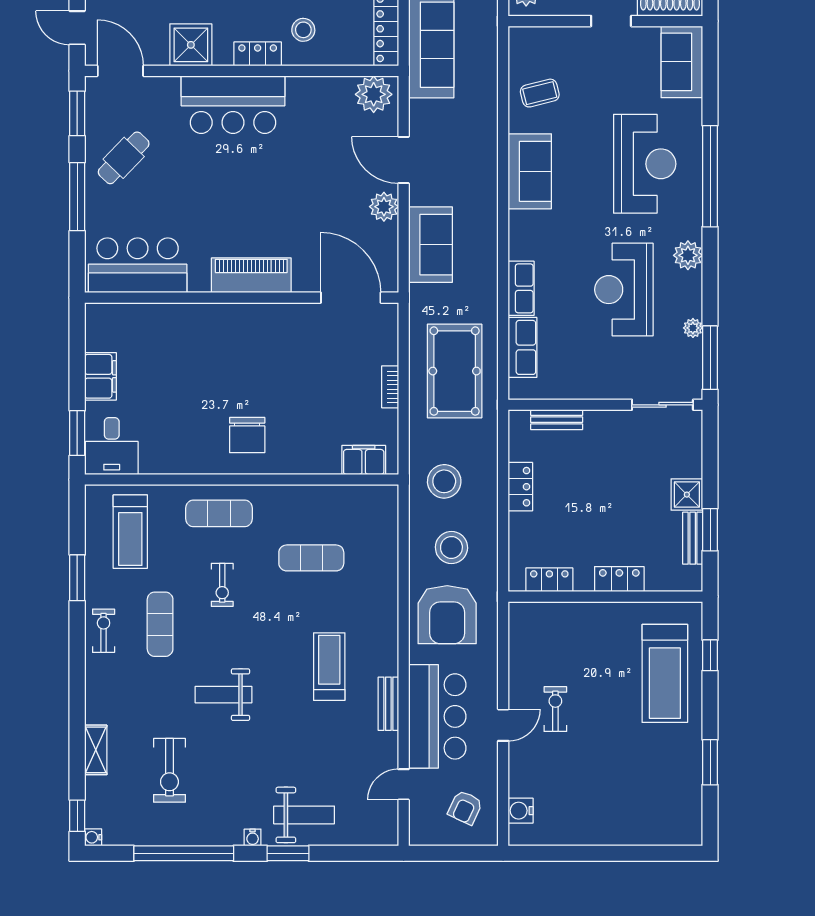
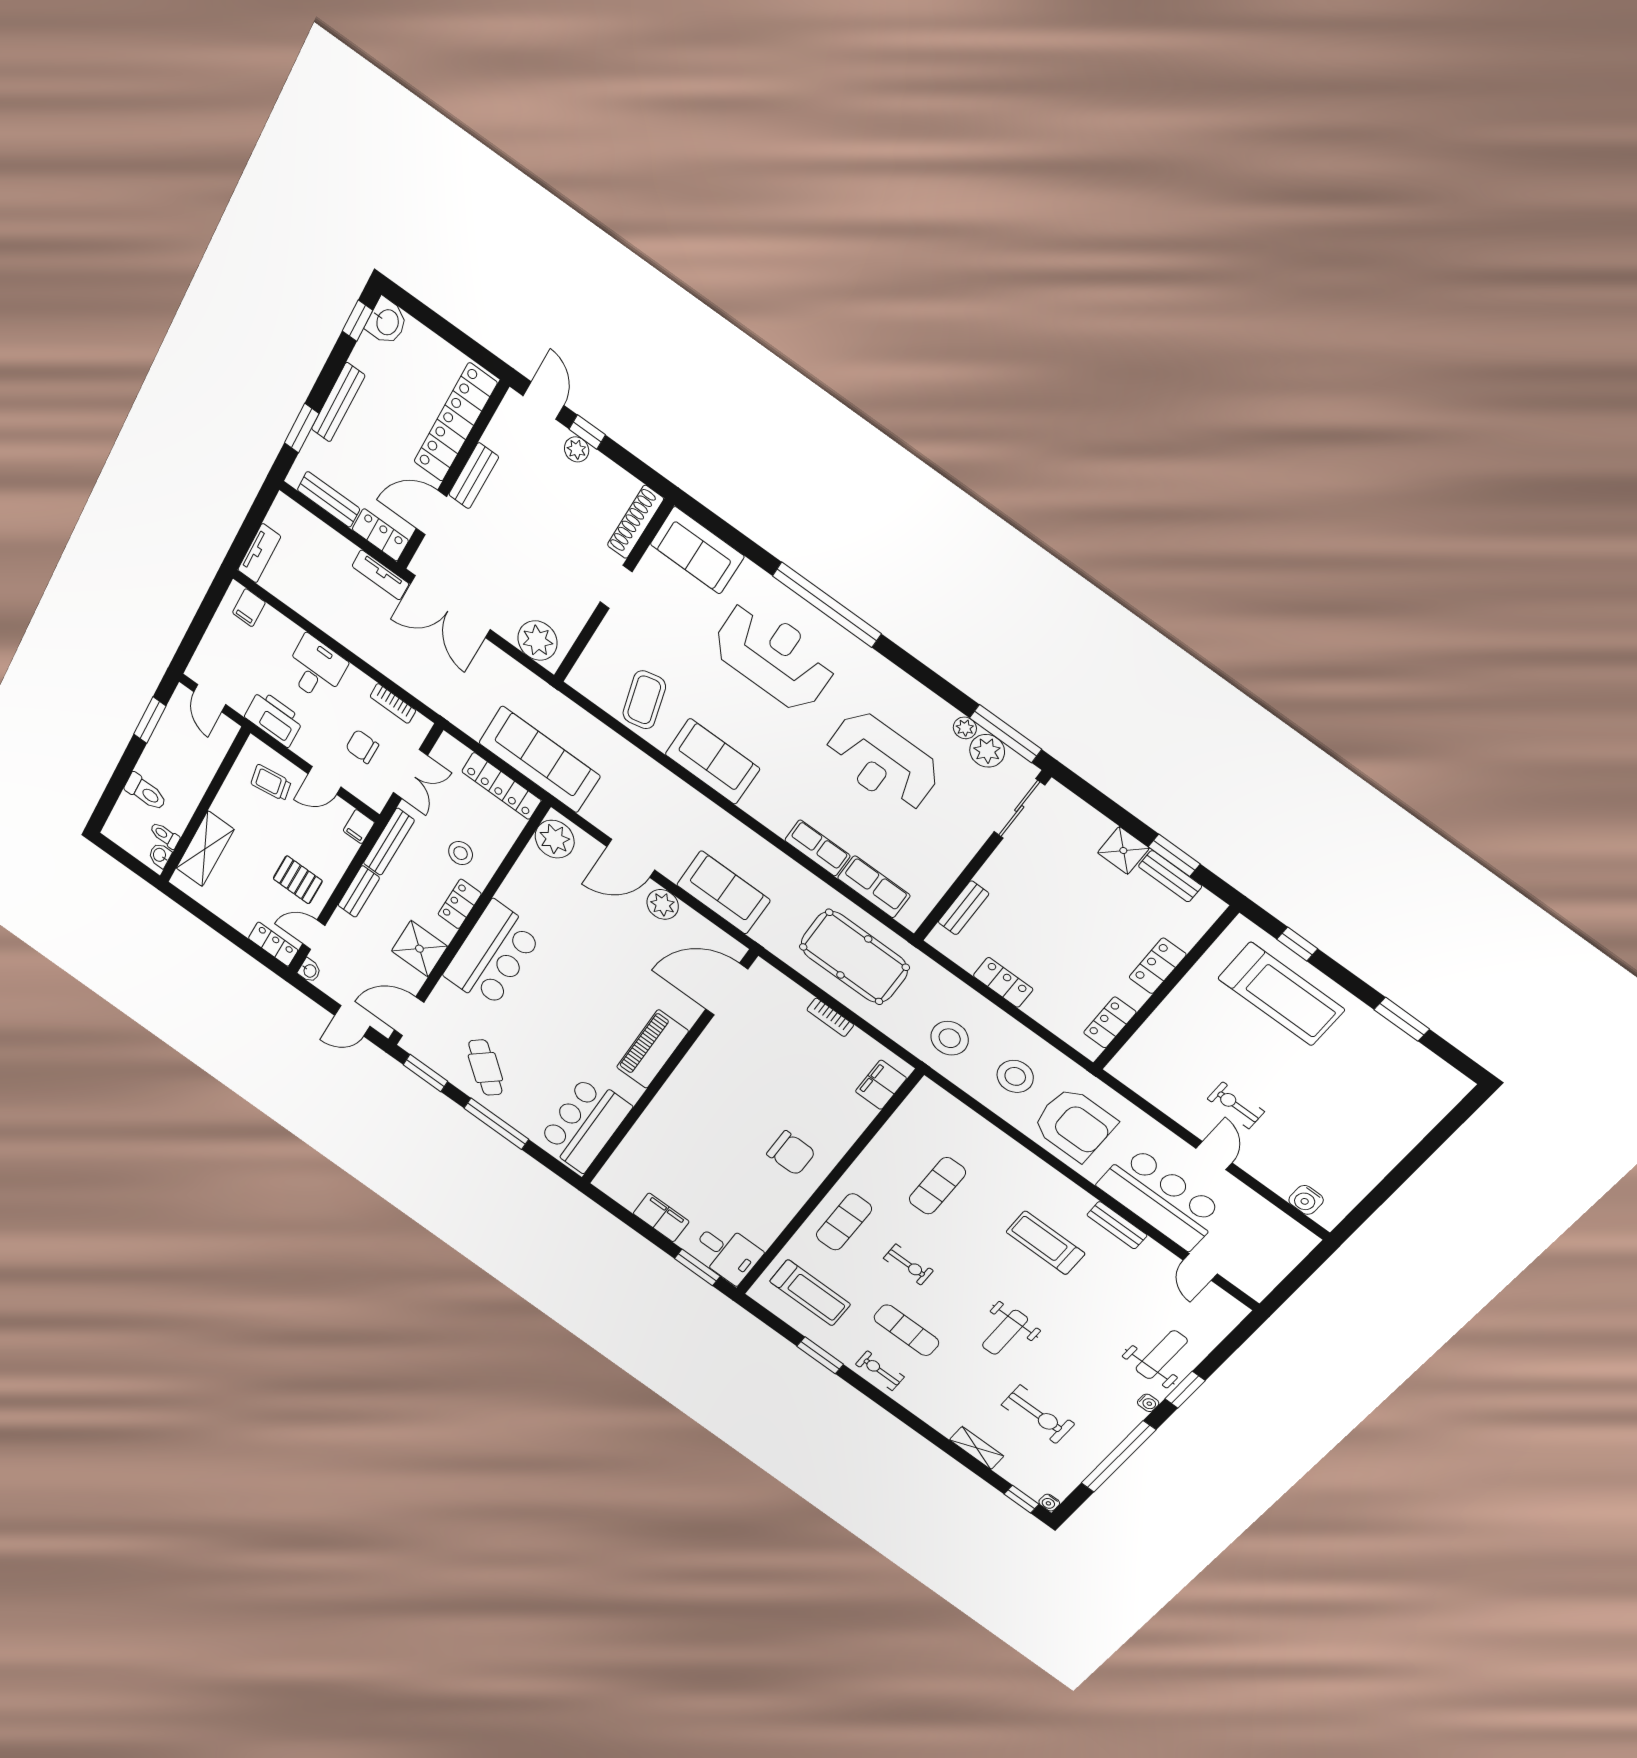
coffee table: (540, 93) -> (644, 700), width x1.36, depth x1.30
plant: (688, 255) -> (987, 751), moved
armchair: (465, 808) -> (1264, 1238), removed

